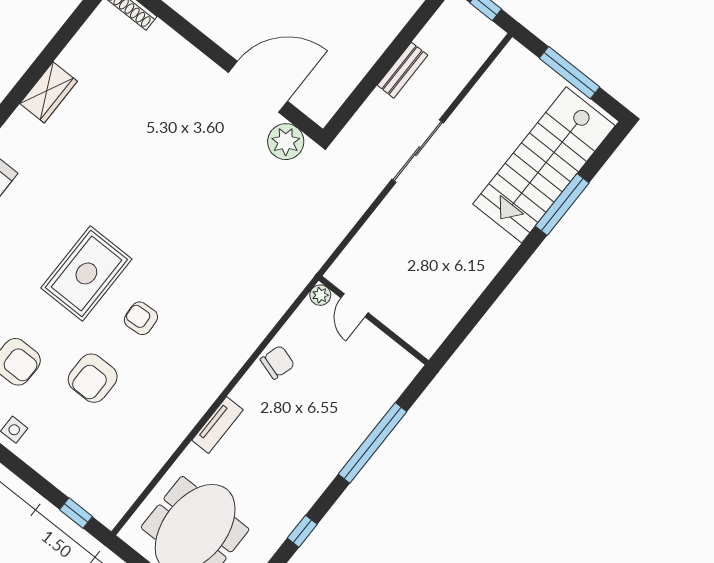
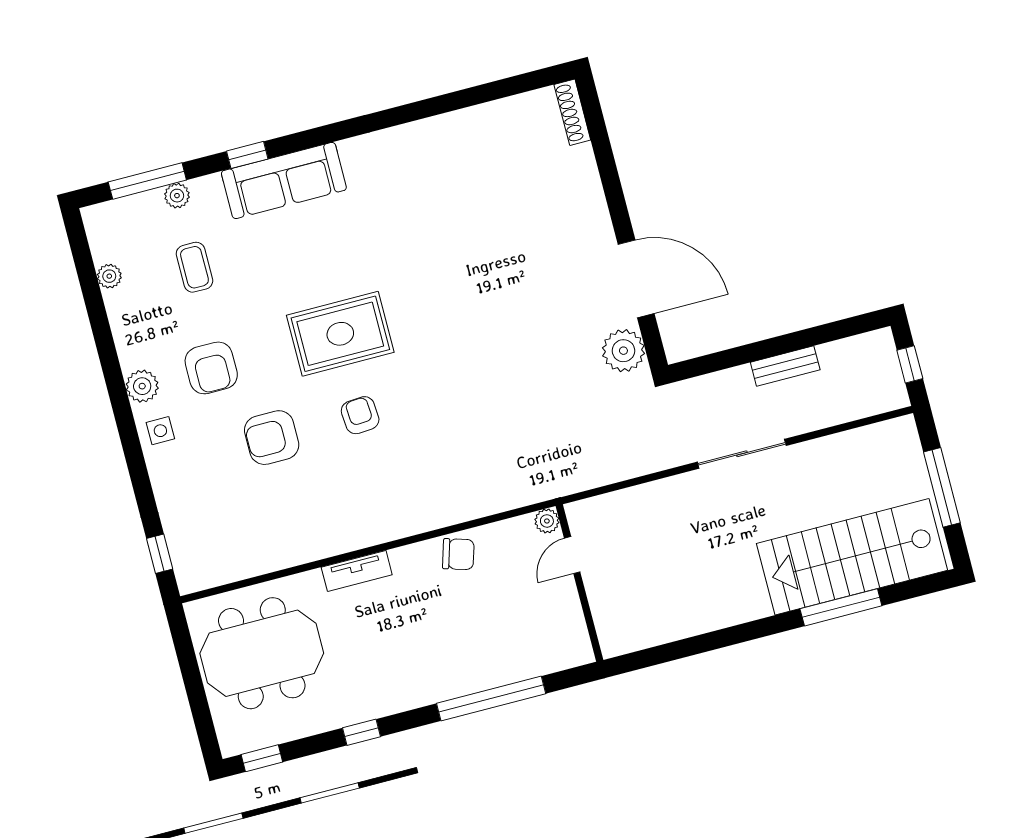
wardrobe: (49, 92) -> (433, 135), removed

